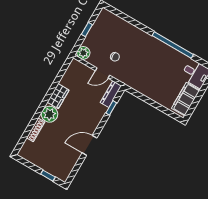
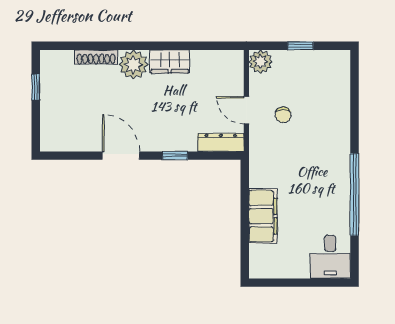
filing cabinet: (186, 99) -> (263, 216), moved, turned 90
window: (111, 108) -> (175, 156), moved
window: (48, 176) -> (36, 87), moved

